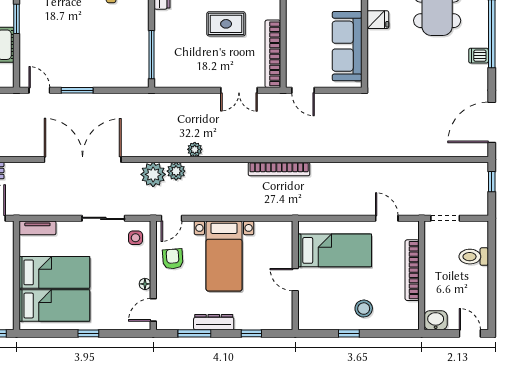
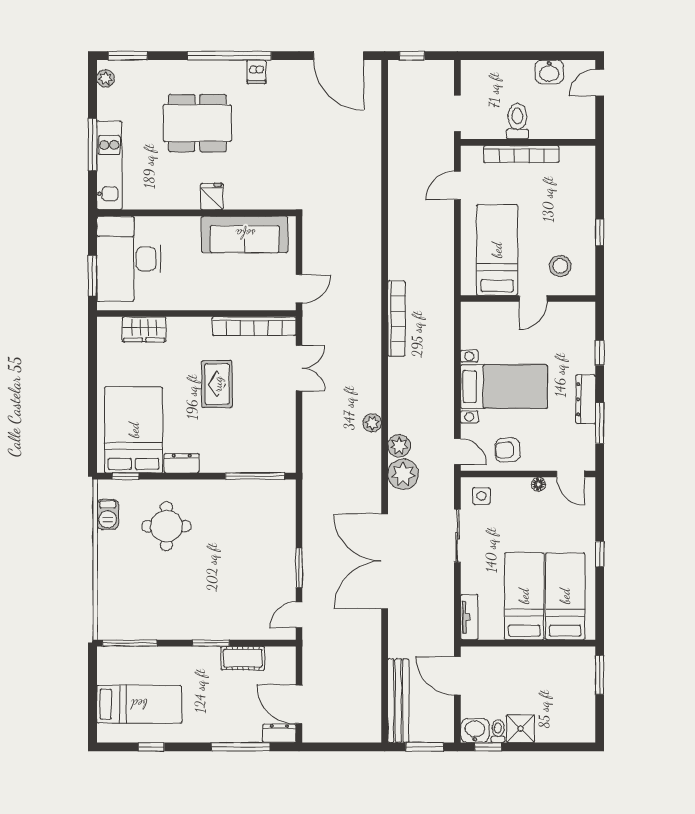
toilet: (474, 257) -> (517, 121), moved, turned 180
stool: (364, 309) -> (560, 266), moved
washbasin: (436, 320) -> (549, 72), moved, turned -90

